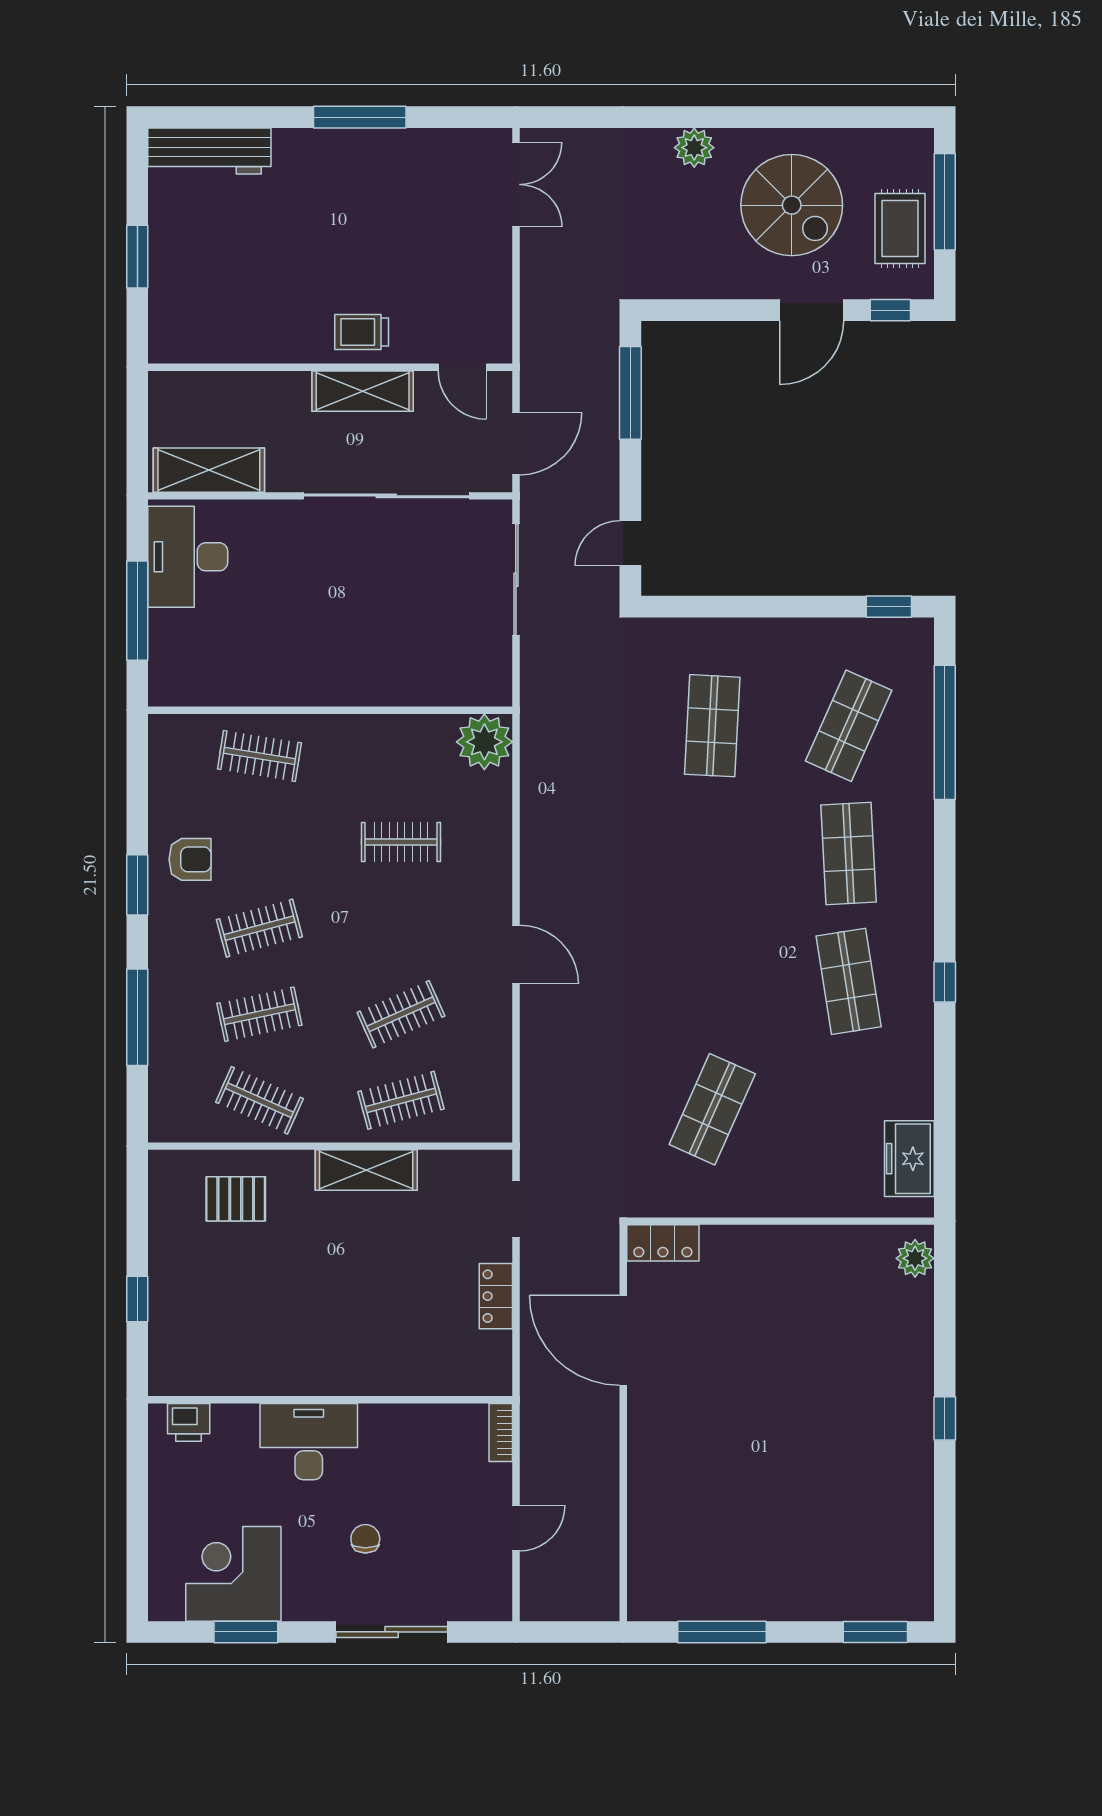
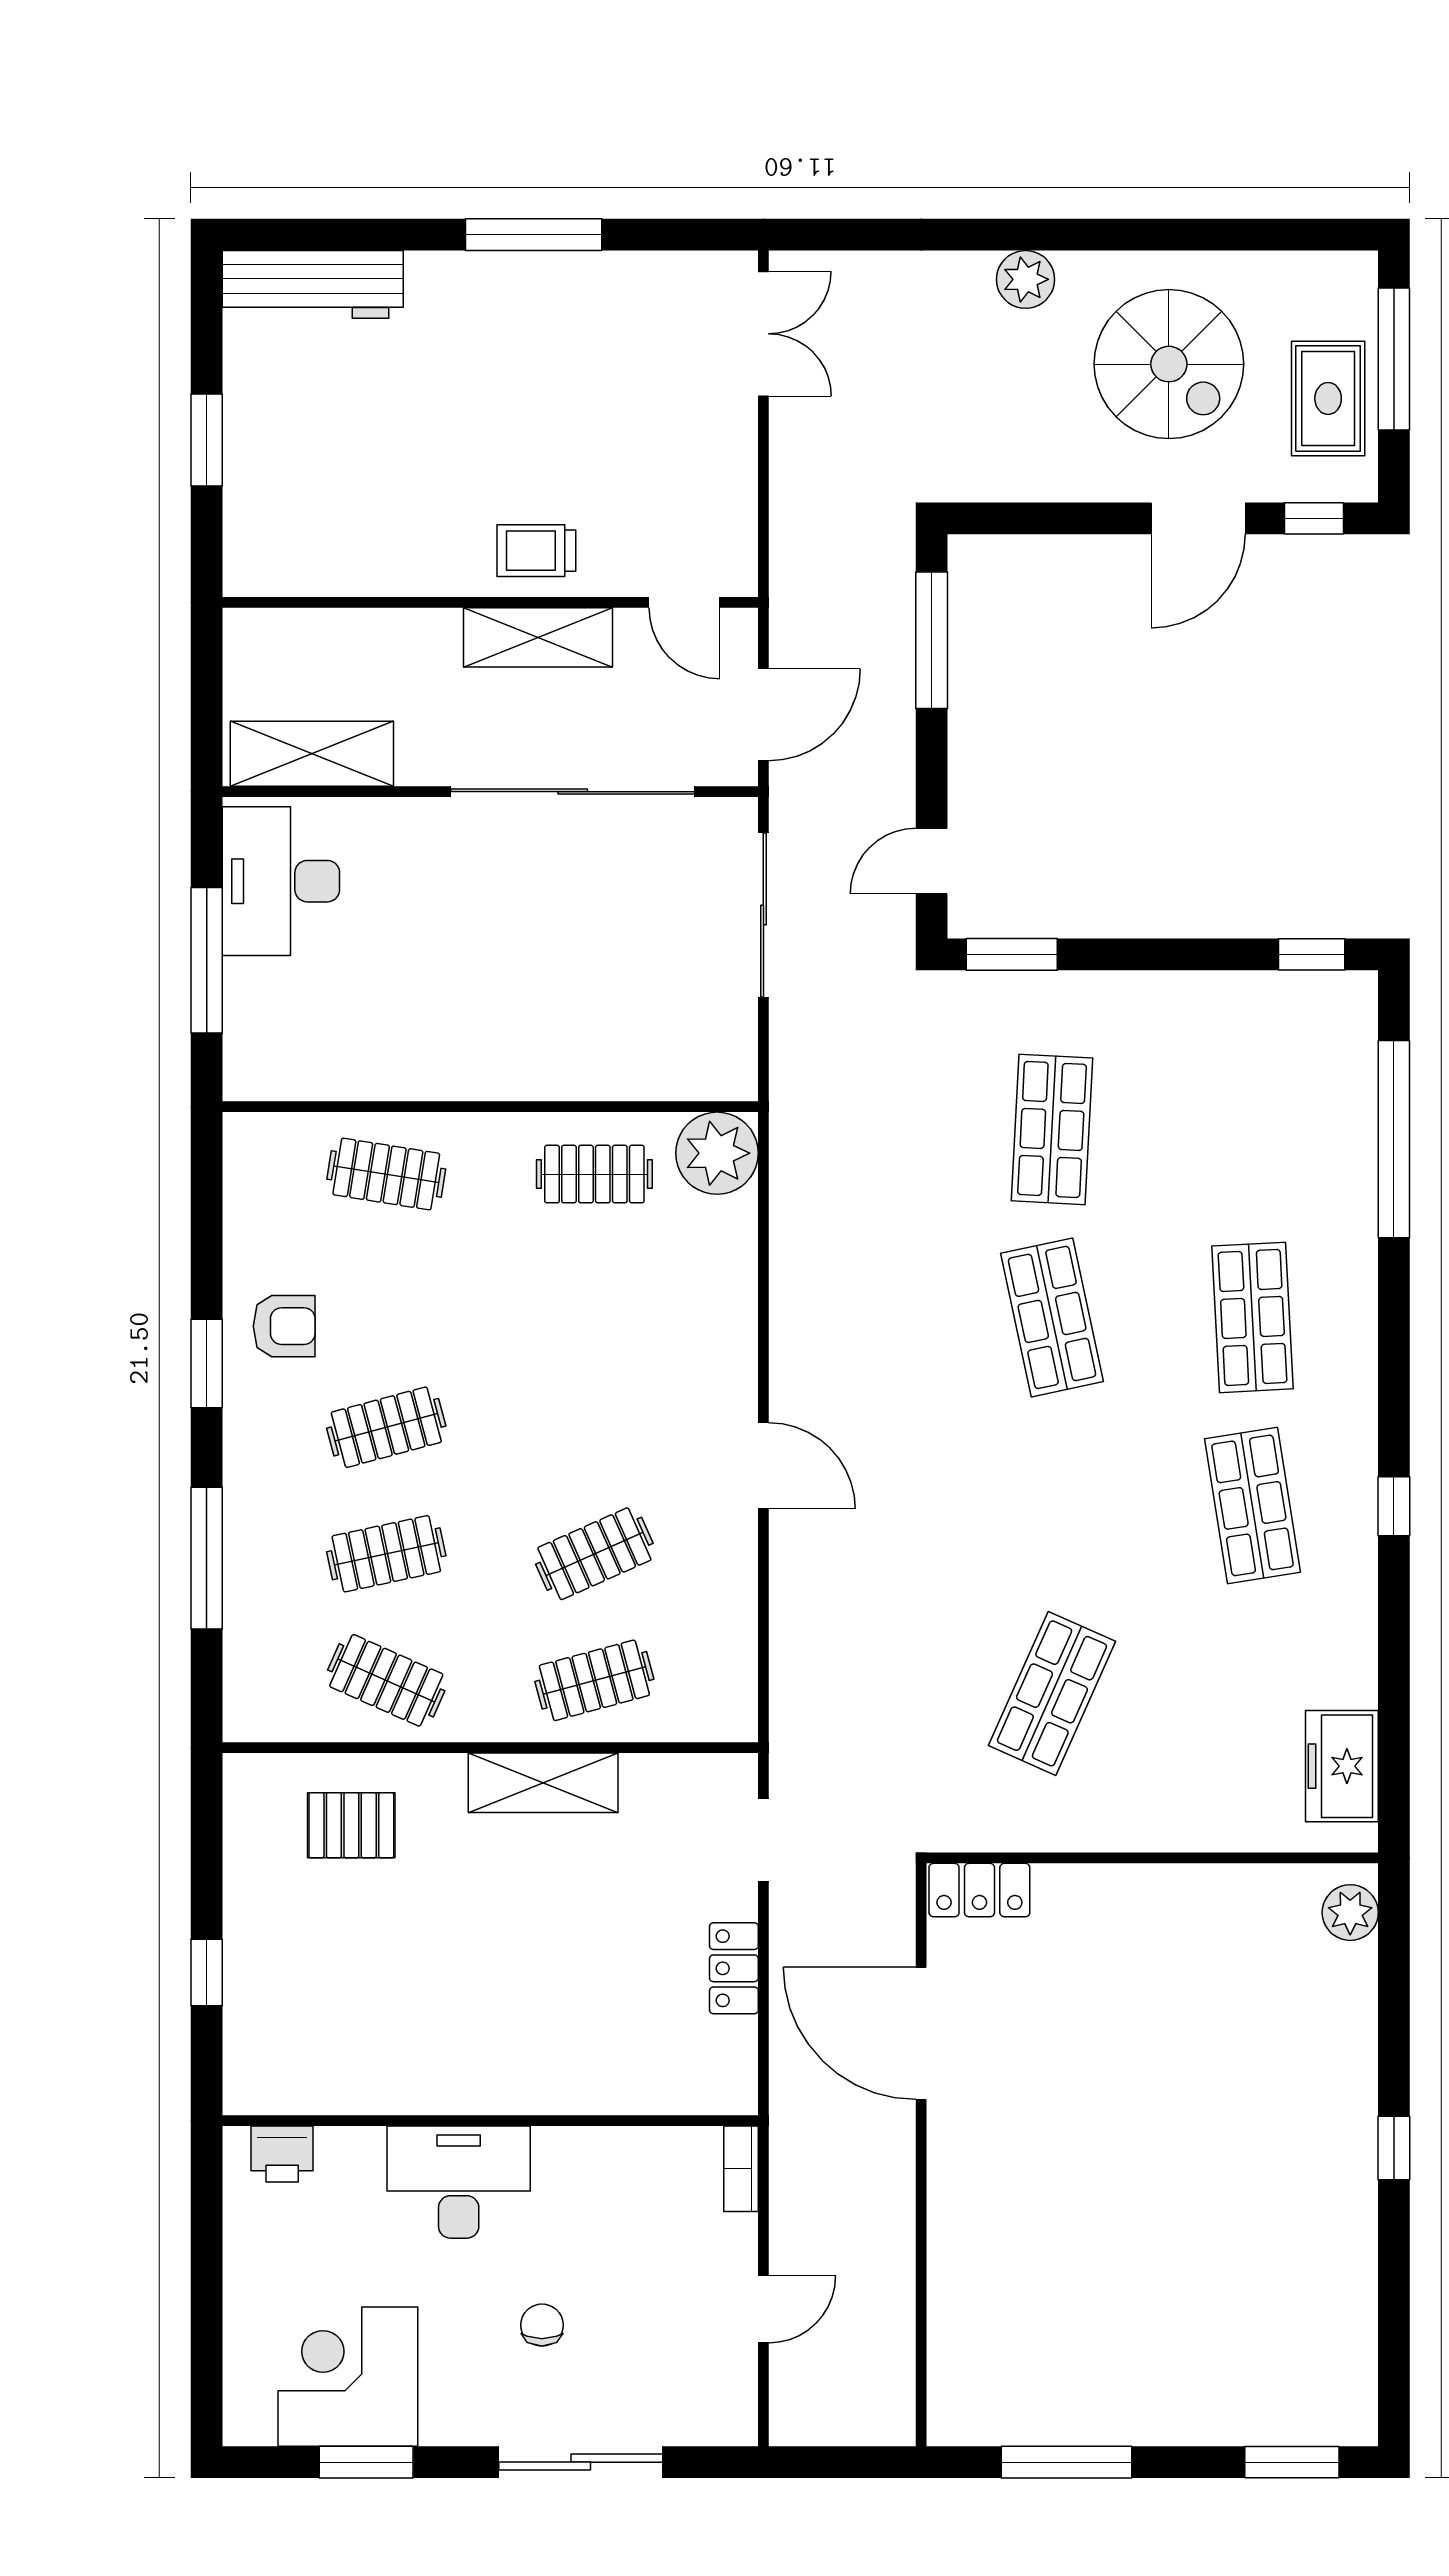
window: (685, 607) -> (1012, 954), added
shop shelf: (849, 726) -> (1052, 1317), moved, turned -36
clothes rail: (401, 842) -> (594, 1174), moved

